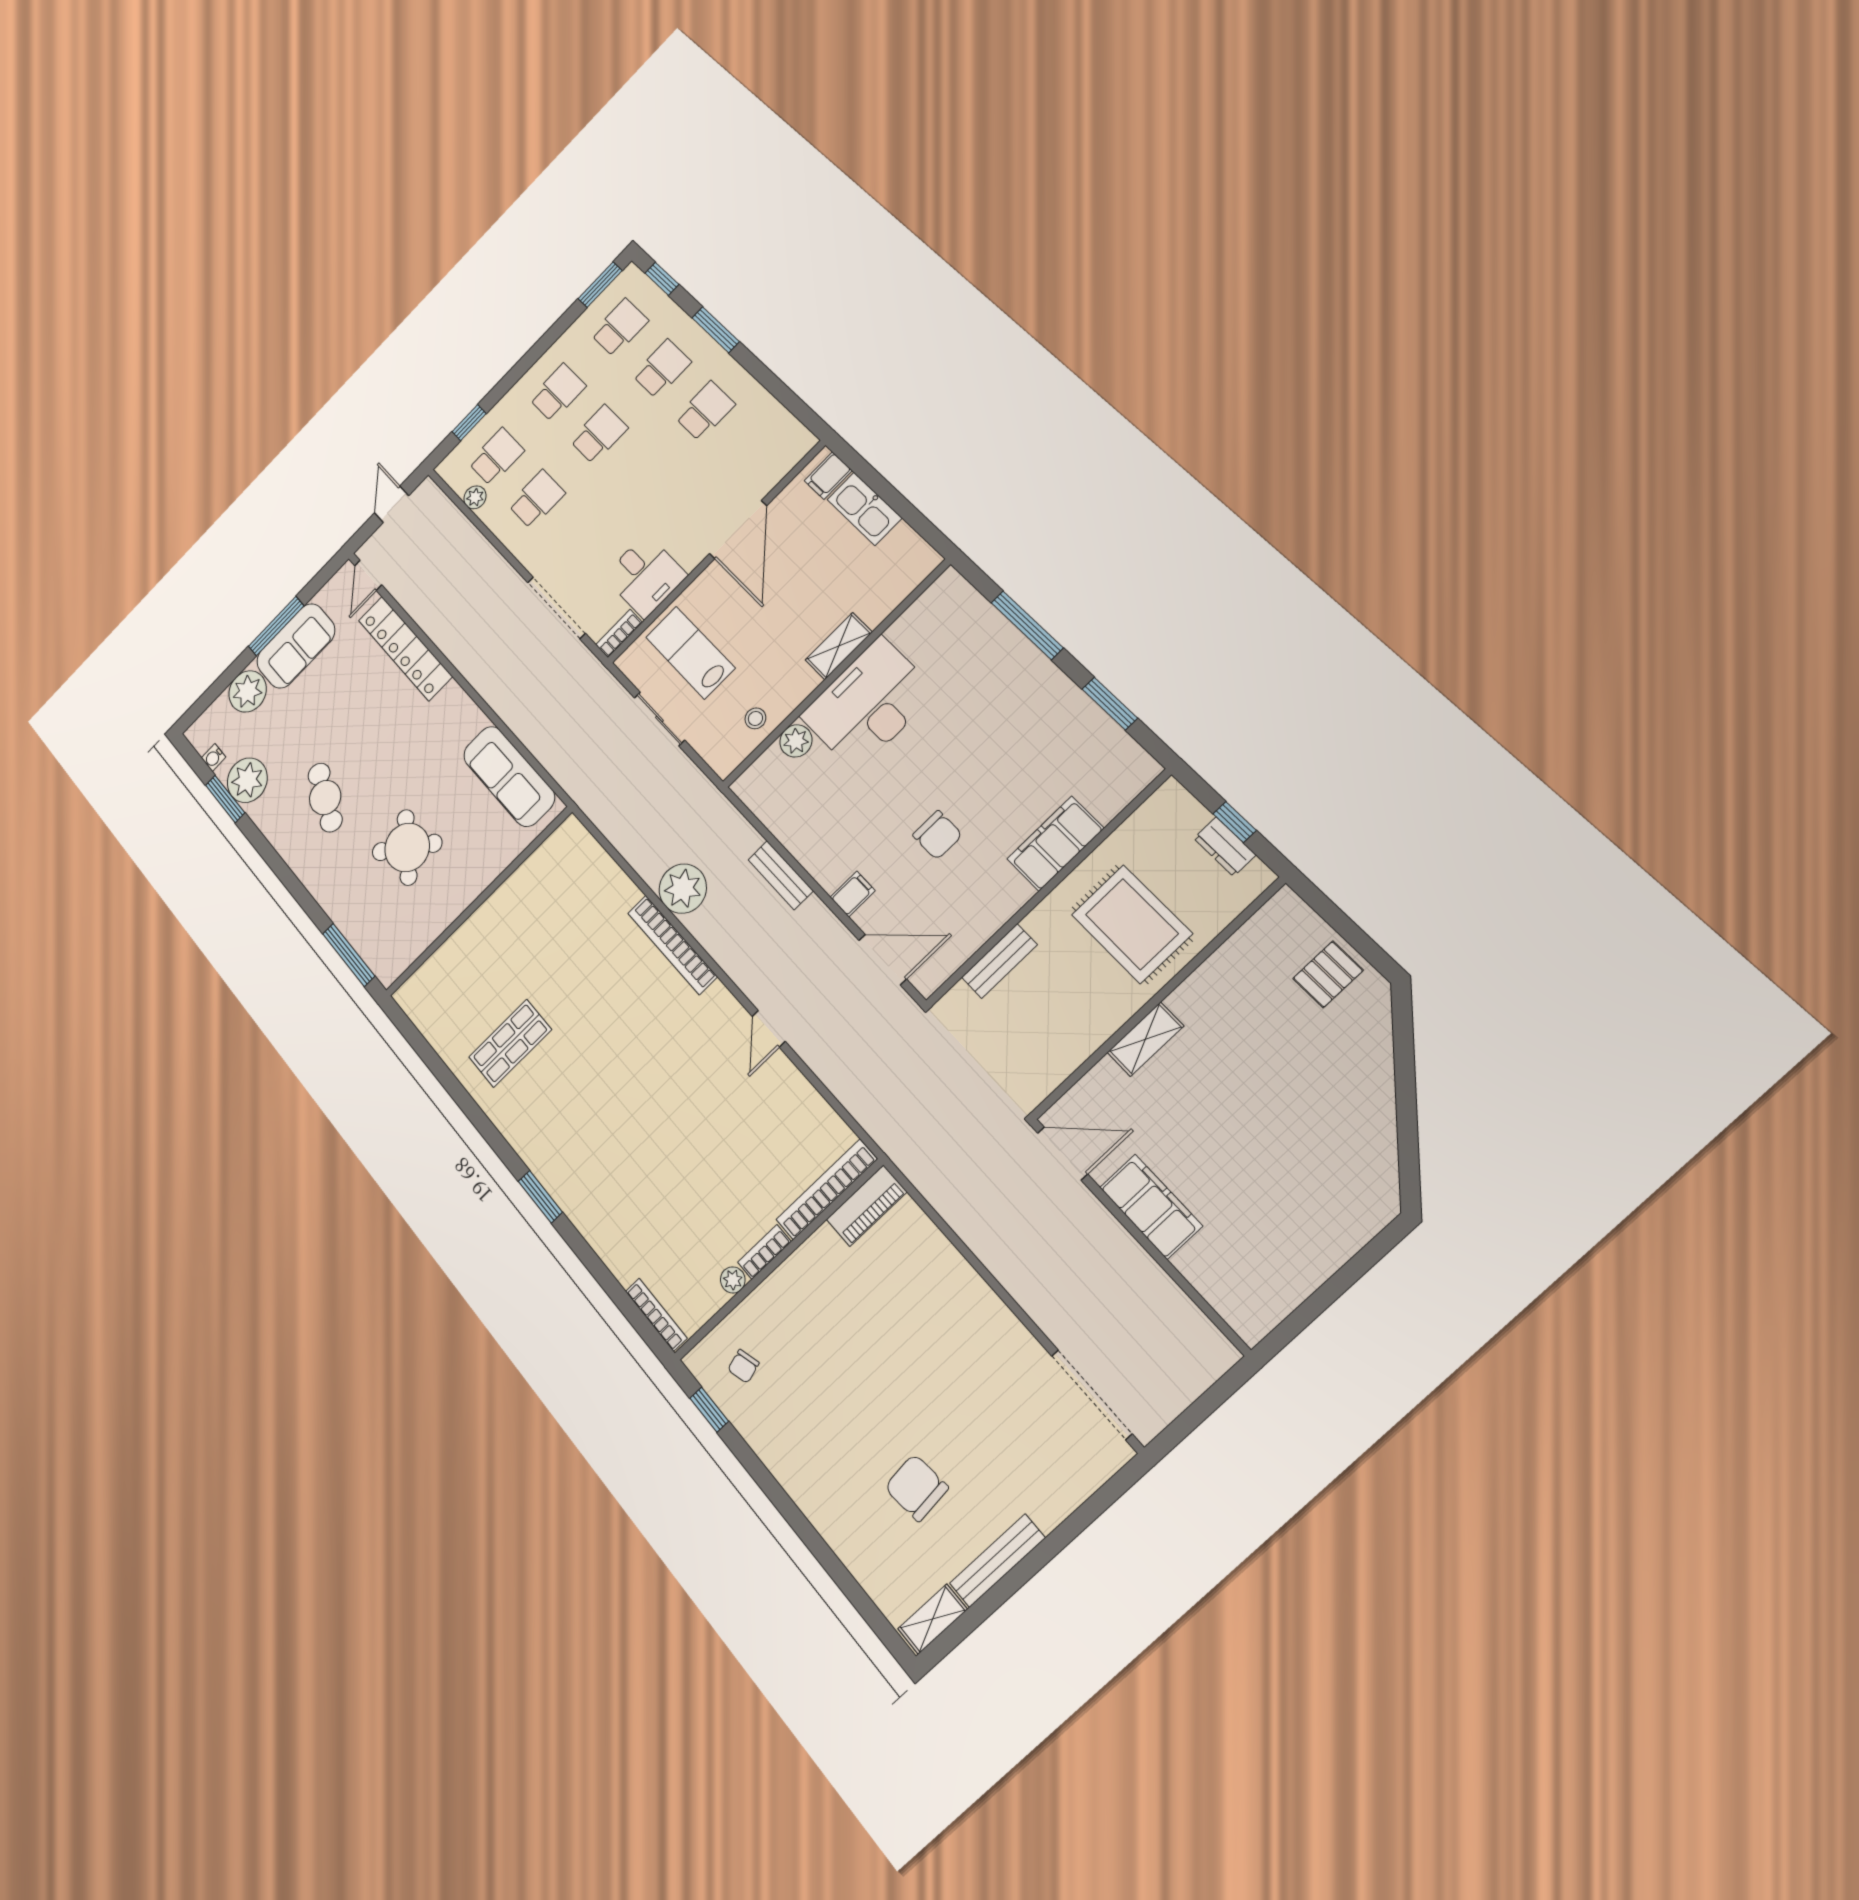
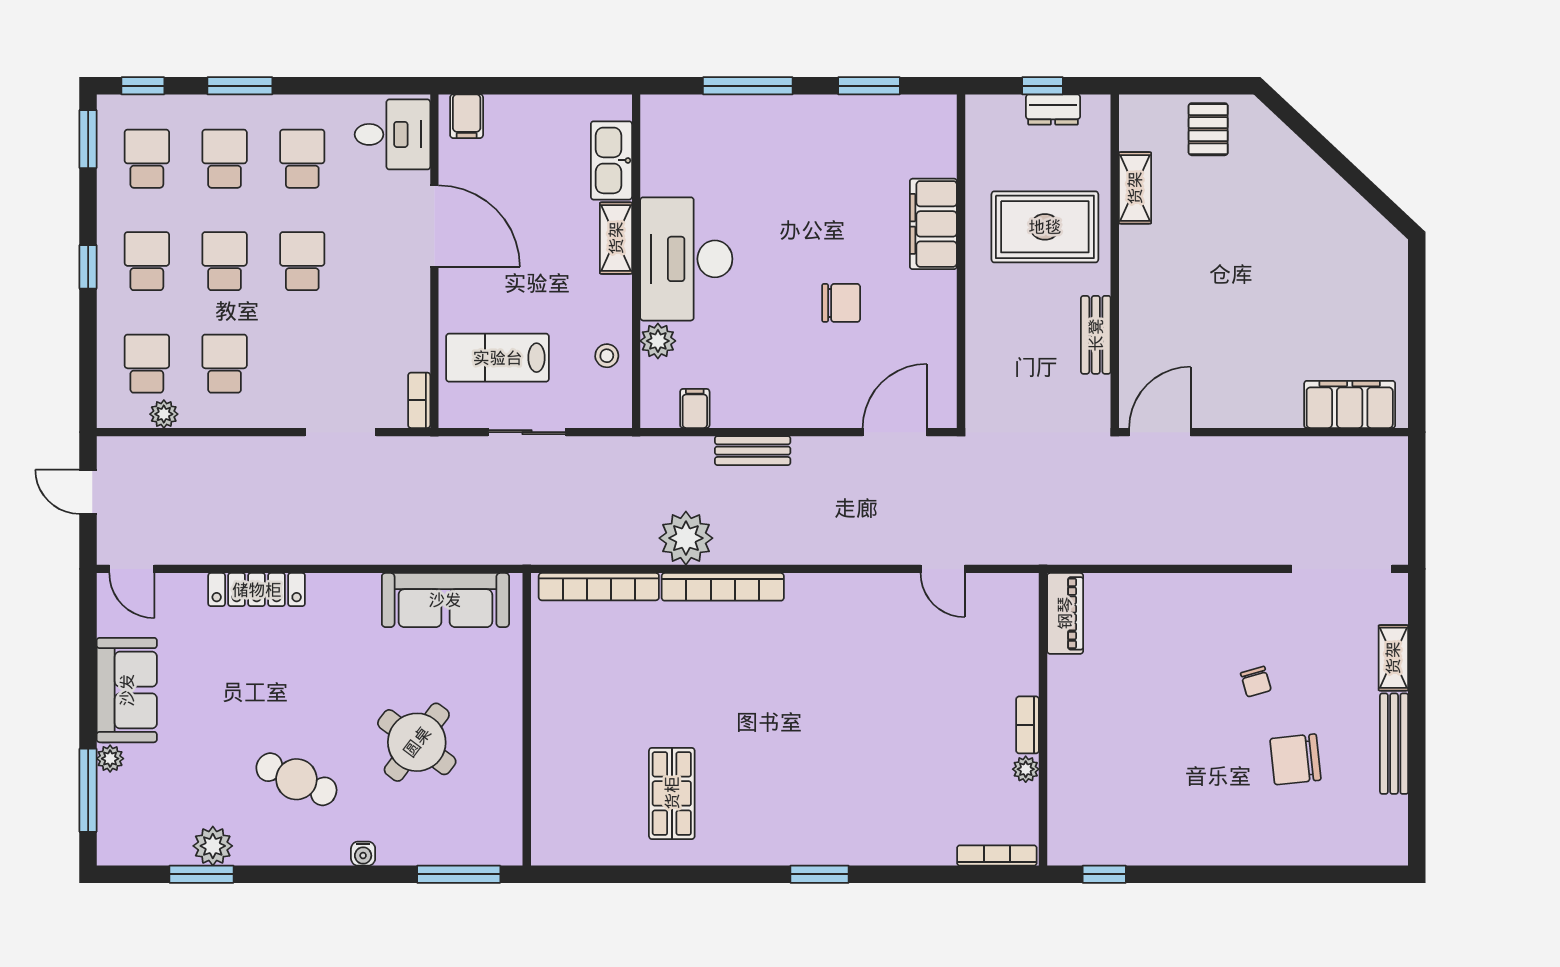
window: (469, 423) -> (88, 267), moved
school desk: (641, 477) -> (302, 261), added
kitchen sink: (864, 509) -> (611, 160), moved, turned 90
desk: (645, 576) -> (392, 134), moved
doorway: (556, 608) -> (341, 432), width x0.73
window: (276, 626) -> (88, 790), moved
locker: (405, 648) -> (257, 590), width x0.71, depth x0.83
plant: (248, 691) -> (110, 759), width x0.53, depth x0.53
water cooler: (214, 757) -> (363, 854), moved
plant: (247, 780) -> (213, 846), width x0.73, depth x0.73
filing cabinet: (853, 894) -> (695, 408), moved
bench: (999, 961) -> (1096, 335), moved
door: (769, 1029) -> (943, 569), moved
shelving: (1145, 1039) -> (1135, 188), moved
bookcase: (827, 1189) -> (599, 587), moved, turned -90
filing cabinet: (1151, 1207) -> (1350, 404), moved
chair: (743, 1366) -> (1256, 682), moved
shelving: (933, 1619) -> (1393, 658), moved

